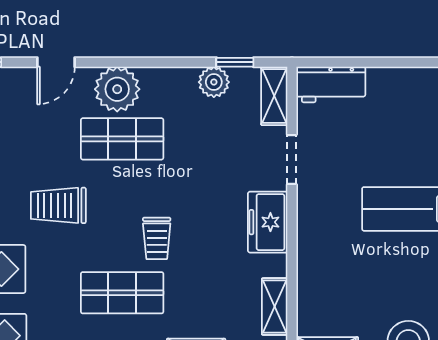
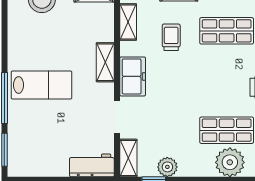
trolley: (157, 238) -> (171, 37), moved
shelving: (310, 244) -> (105, 62), added

